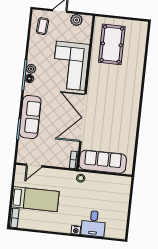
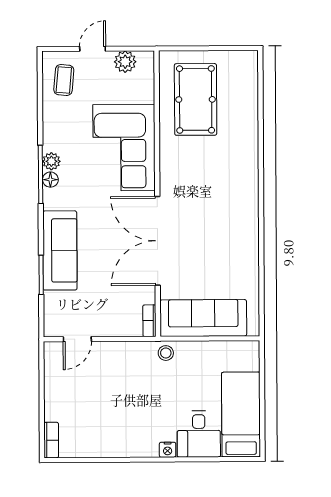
bed: (35, 199) -> (241, 415), moved, turned -90

